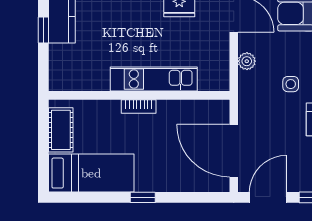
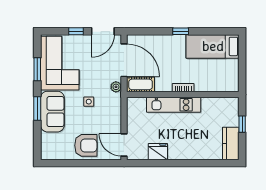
window: (43, 30) -> (242, 124), moved
plant: (247, 61) -> (116, 87), moved
cot: (61, 130) -> (141, 84), moved, turned 90

